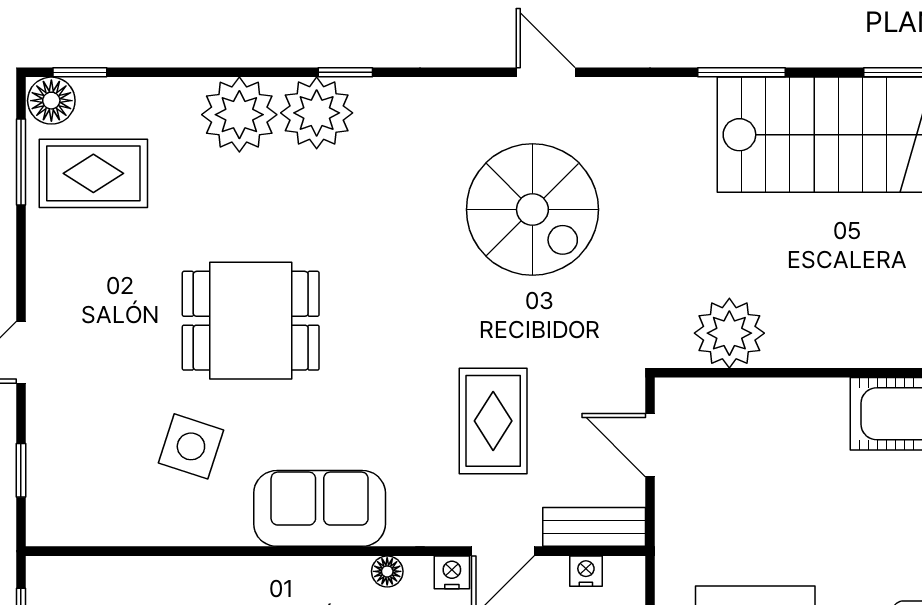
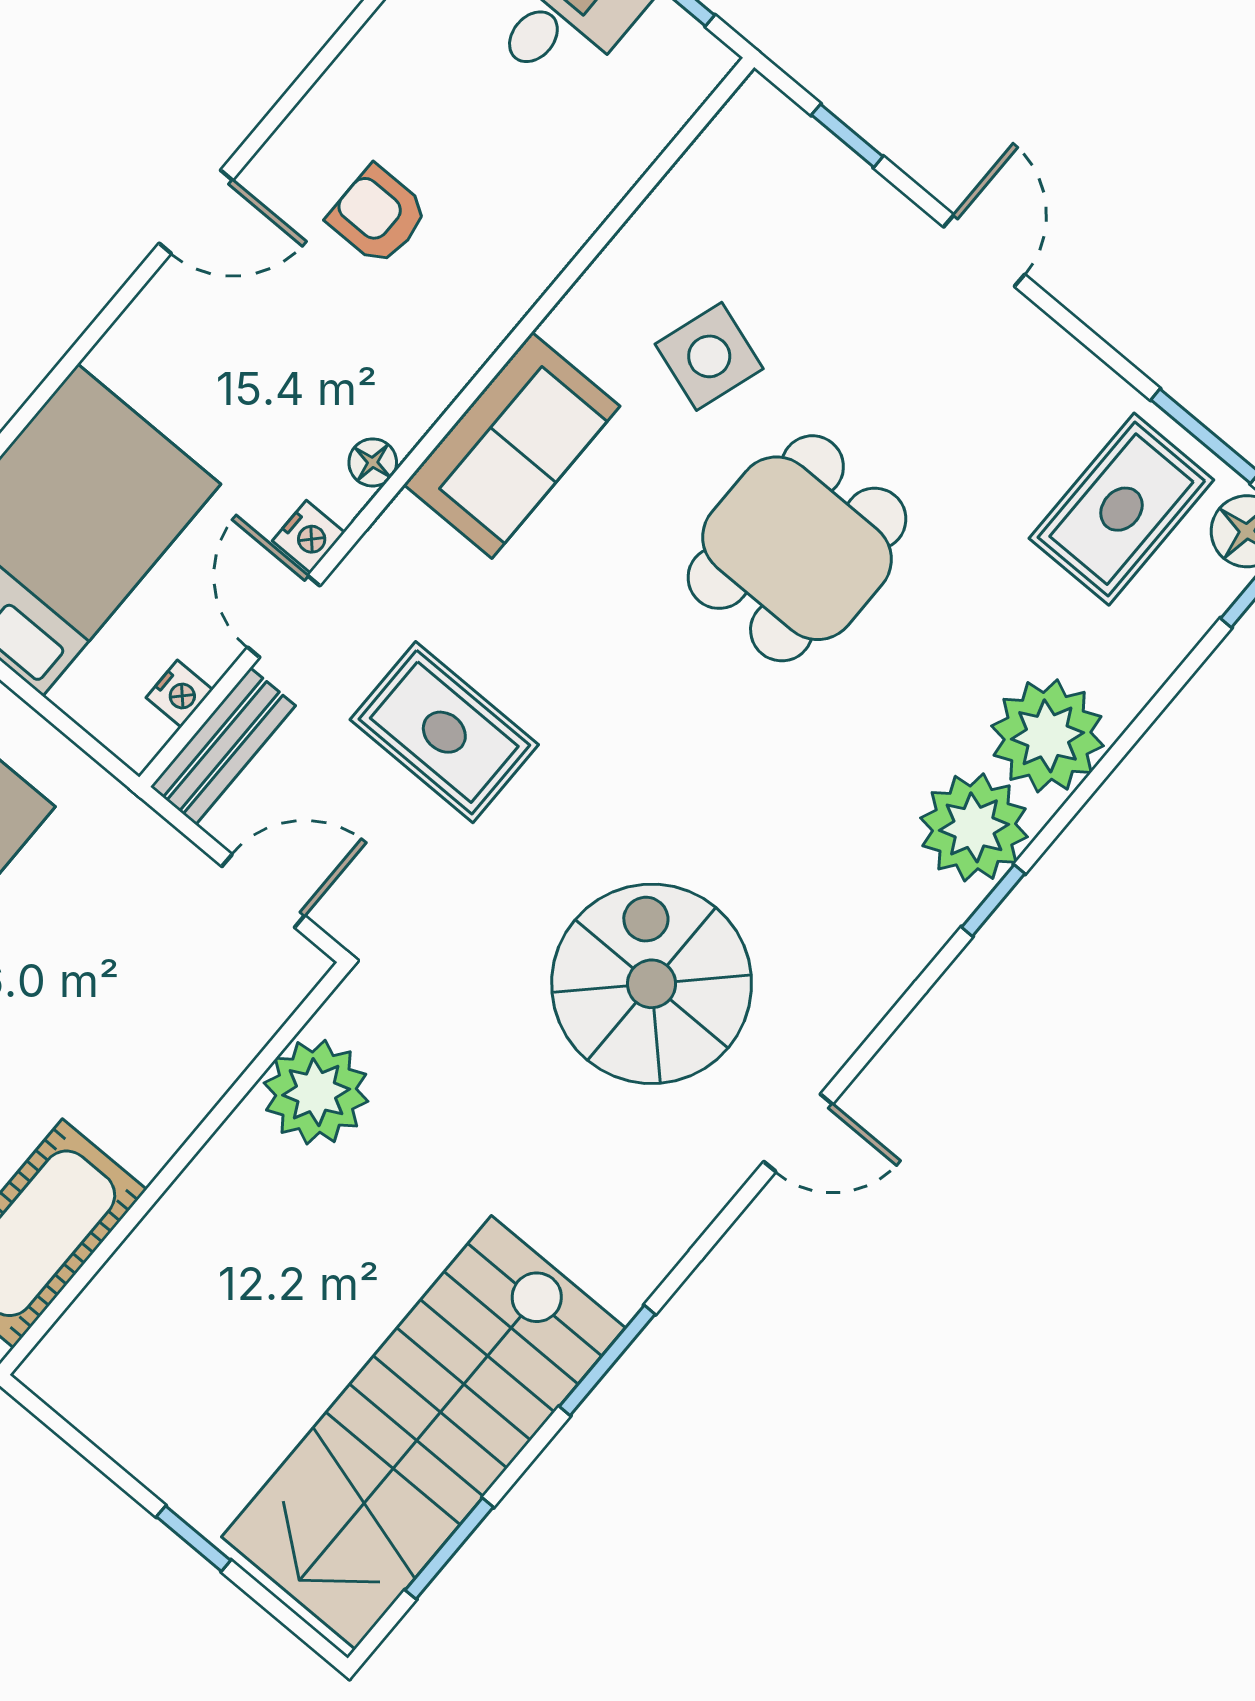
spiral stairs: (532, 210) -> (652, 984), turned 90

